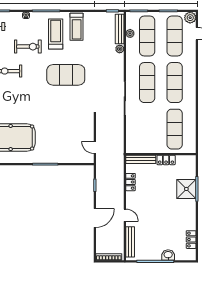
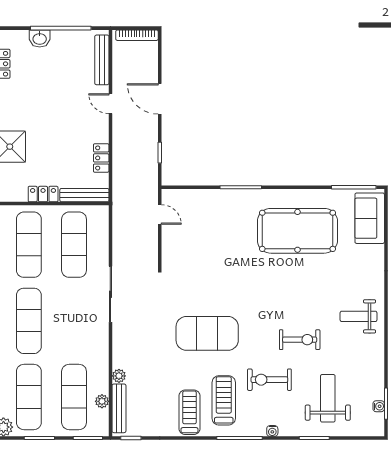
treadmill: (56, 34) -> (224, 400), turned 180
exercise mat: (147, 83) -> (74, 245), moved
door: (95, 218) -> (160, 99), hinge flipped

